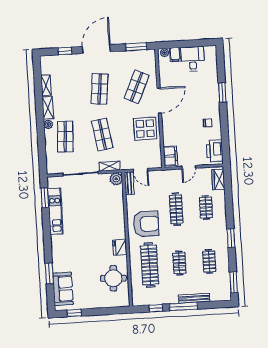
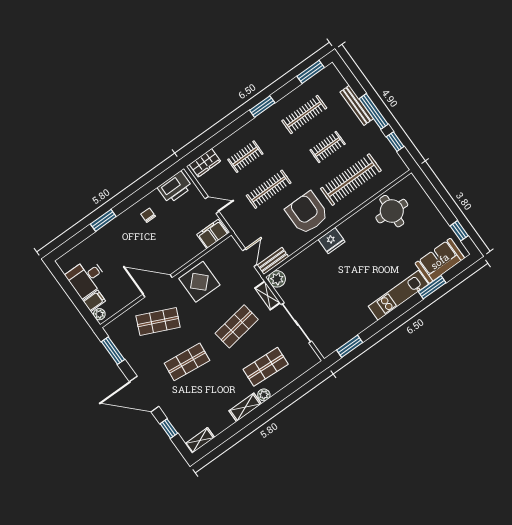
shelving: (46, 85) -> (200, 441), moved
kitchen unit: (55, 211) -> (398, 295), moved
fridge: (120, 247) -> (332, 241), moved
clothes rail: (209, 261) -> (304, 114), width x1.36

